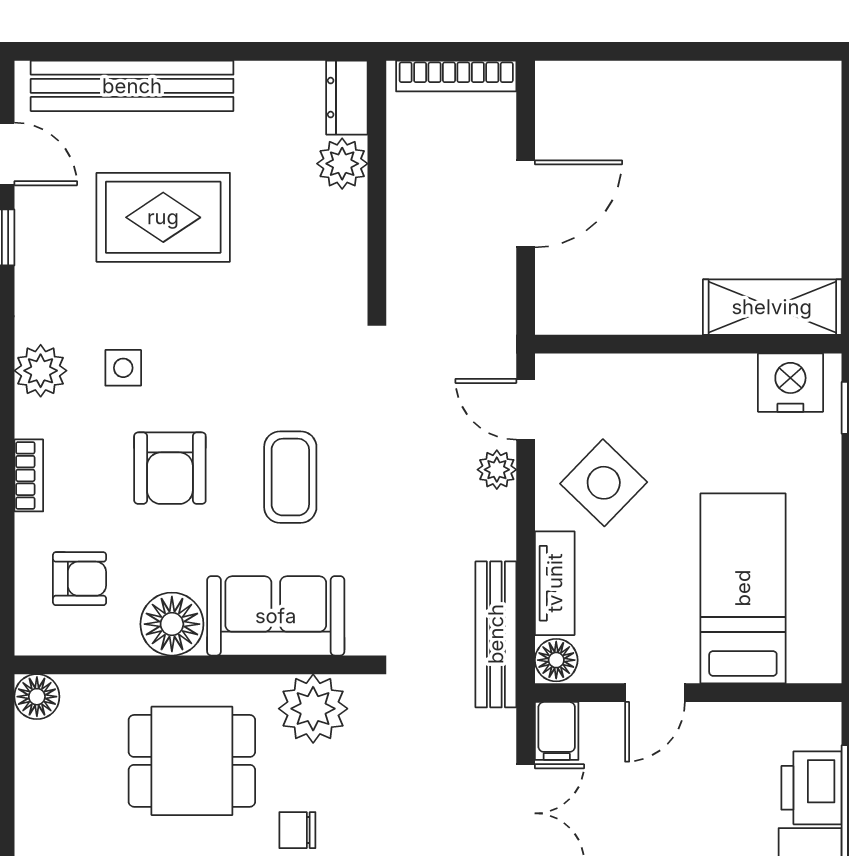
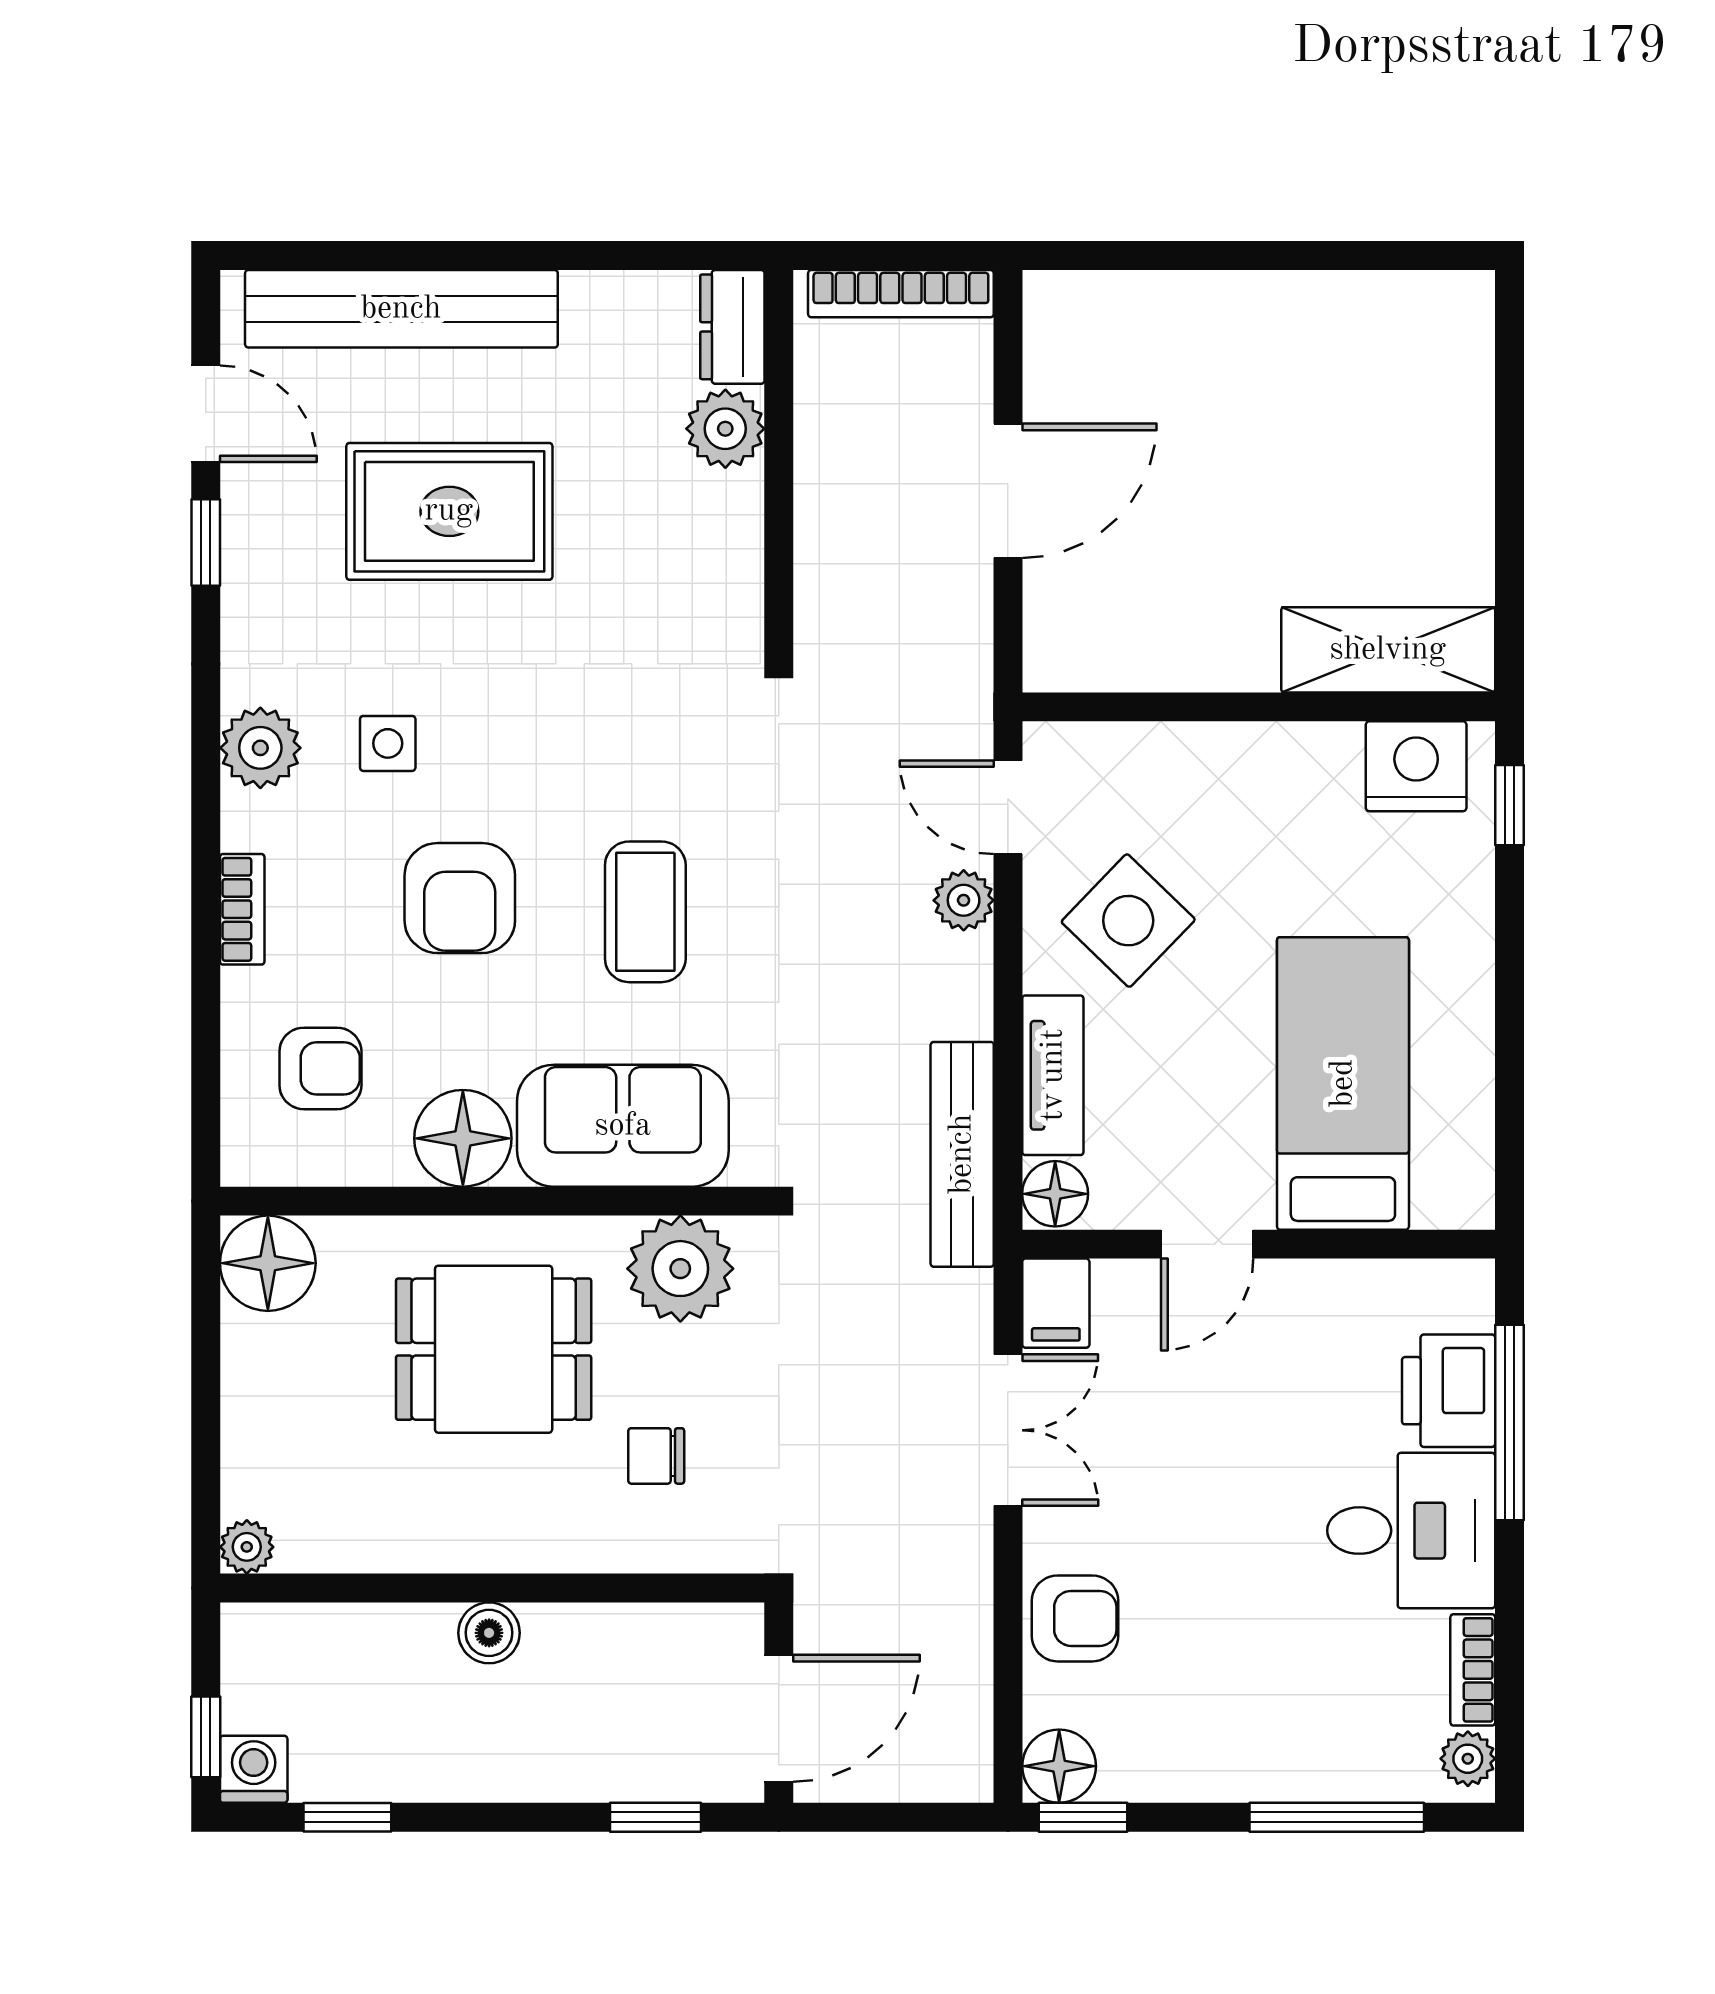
floor lamp: (37, 697) -> (268, 1263), width x1.38, depth x1.38

